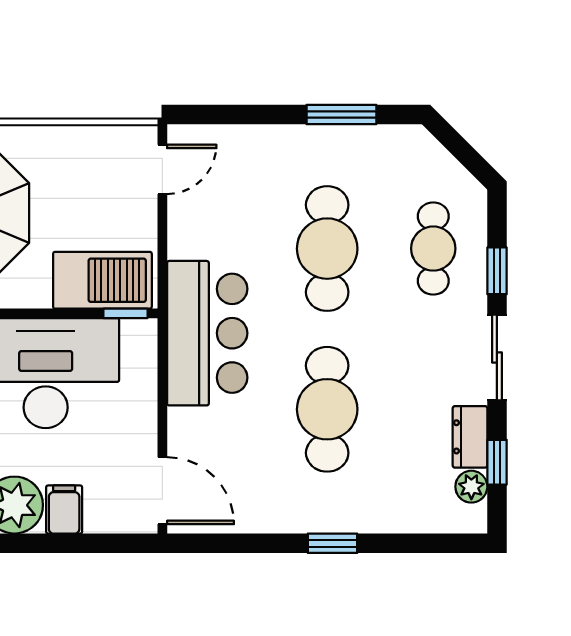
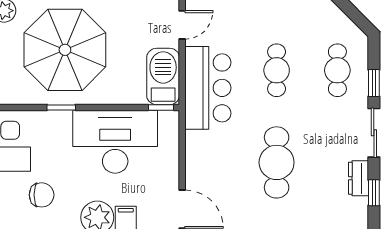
cafe table: (327, 249) -> (277, 70), width x0.73, depth x0.74
barbecue: (102, 280) -> (163, 76), moved, turned -90
bar counter: (207, 333) -> (208, 88), moved
plant: (471, 487) -> (359, 207), removed

